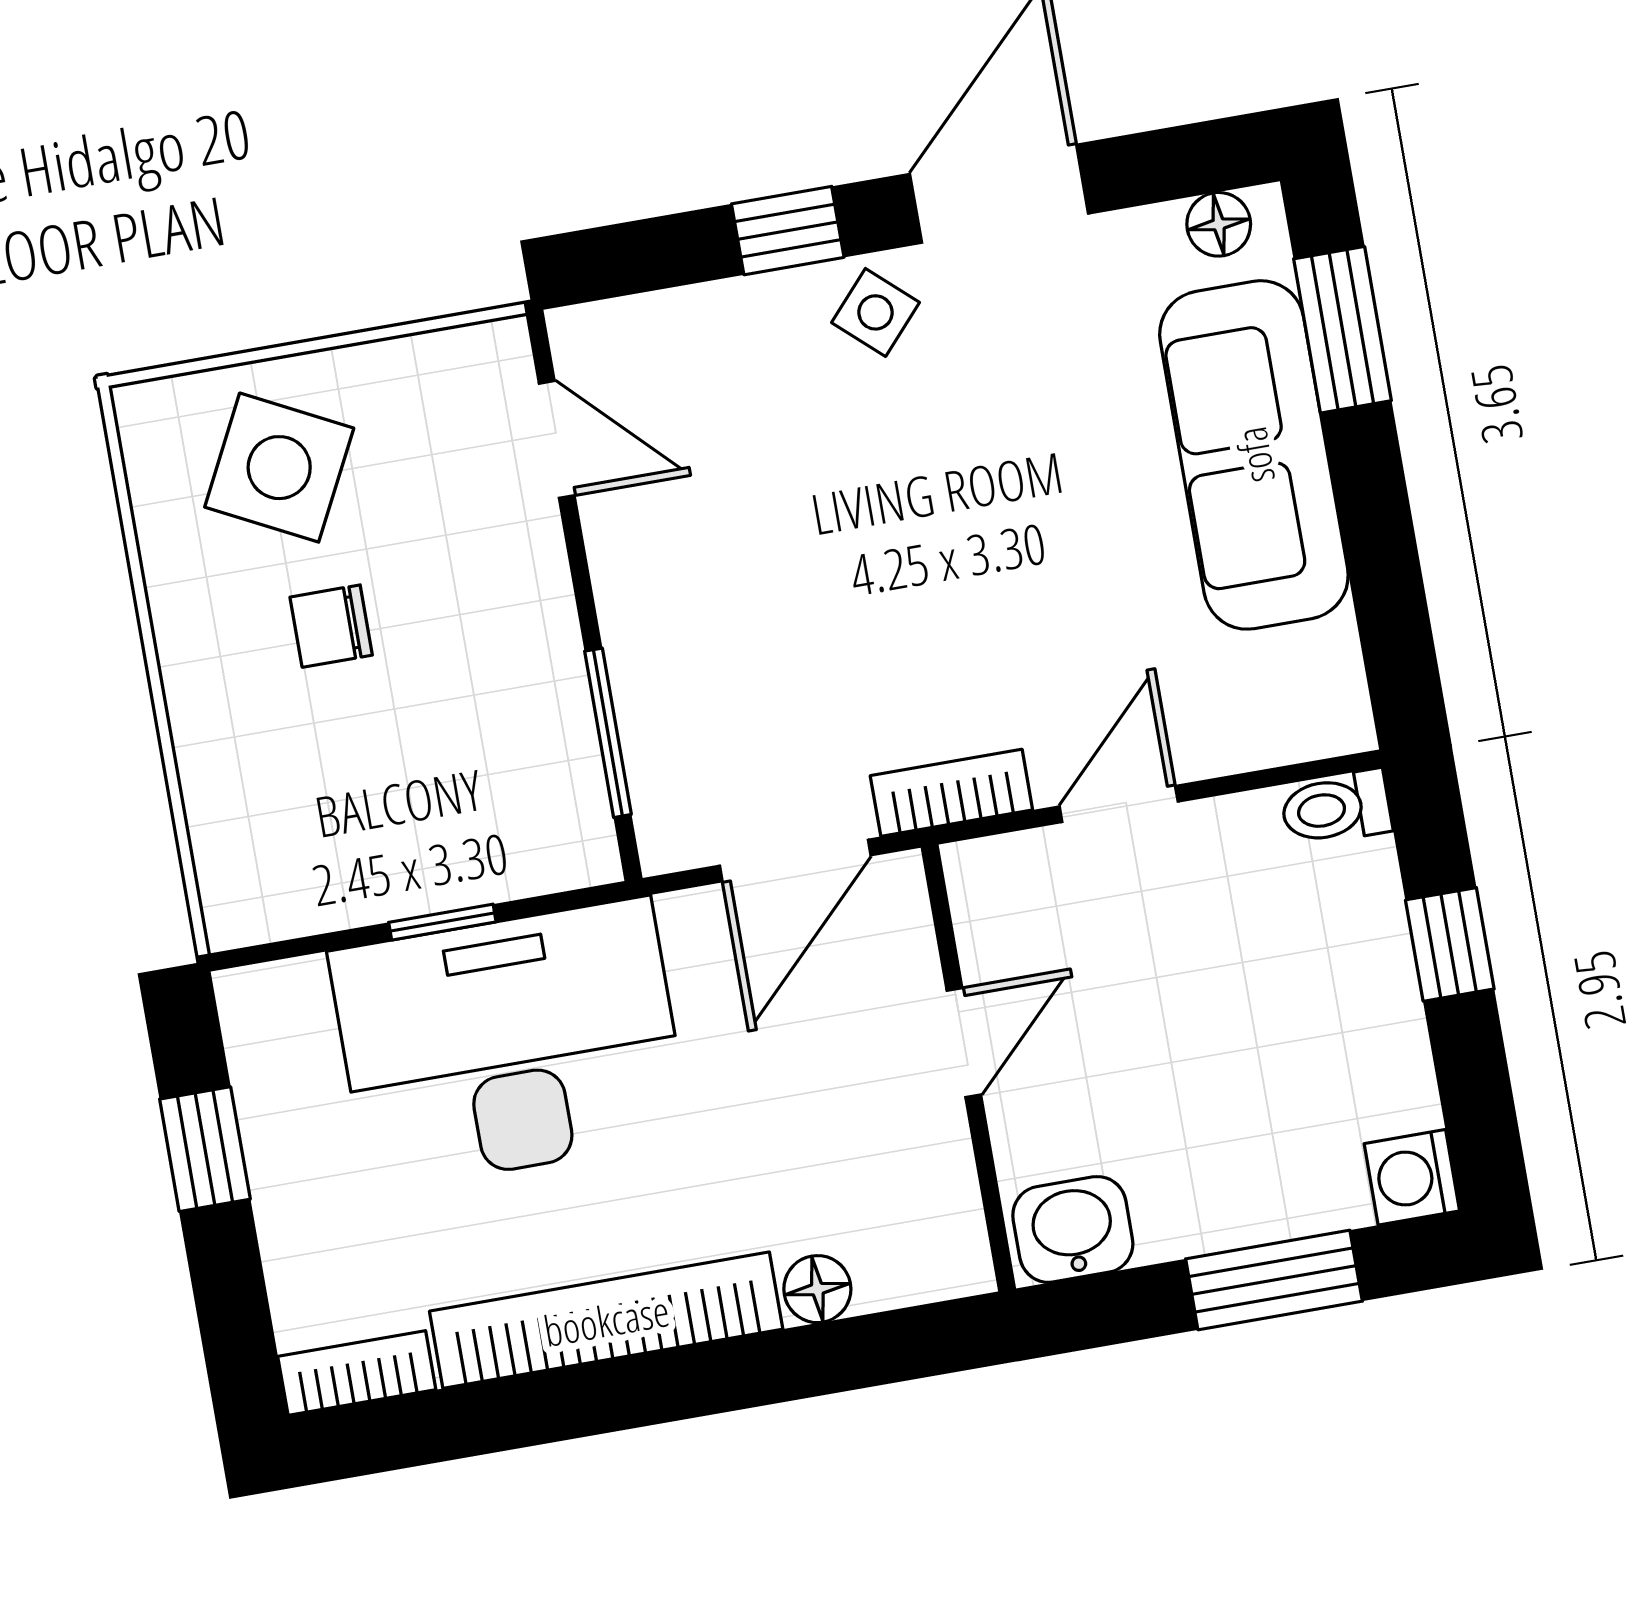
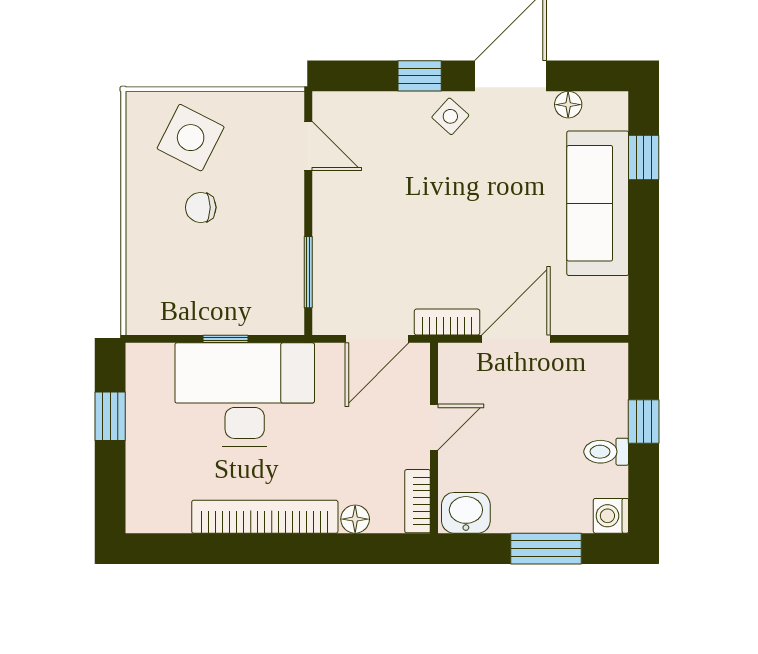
floor lamp: (1219, 224) -> (568, 105), moved
window: (1343, 330) -> (644, 158), width x0.67
door: (1119, 804) -> (516, 339), width x1.38
toilet: (1336, 808) -> (606, 452), moved
bookcase: (357, 1373) -> (418, 501), moved, turned -90

